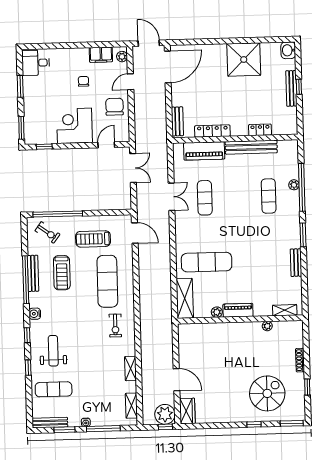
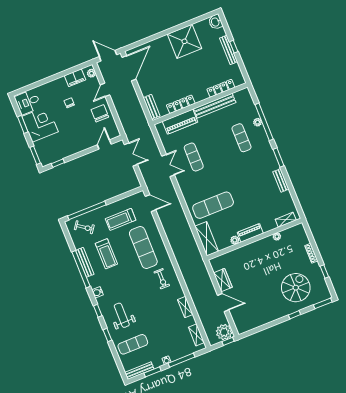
corner desk: (74, 126) -> (40, 124), moved, turned 90
locker: (260, 130) -> (221, 88), width x1.53
wardrobe: (187, 411) -> (223, 280), moved

